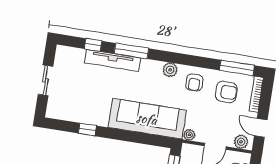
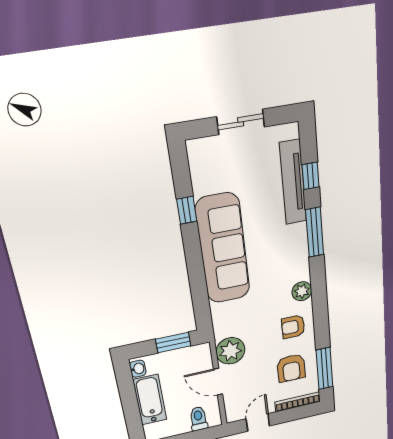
tv unit: (113, 60) -> (293, 182), moved
sofa: (147, 119) -> (223, 249), moved
plant: (189, 135) -> (230, 351), width x1.88, depth x1.88
plant: (241, 142) -> (234, 408), removed

